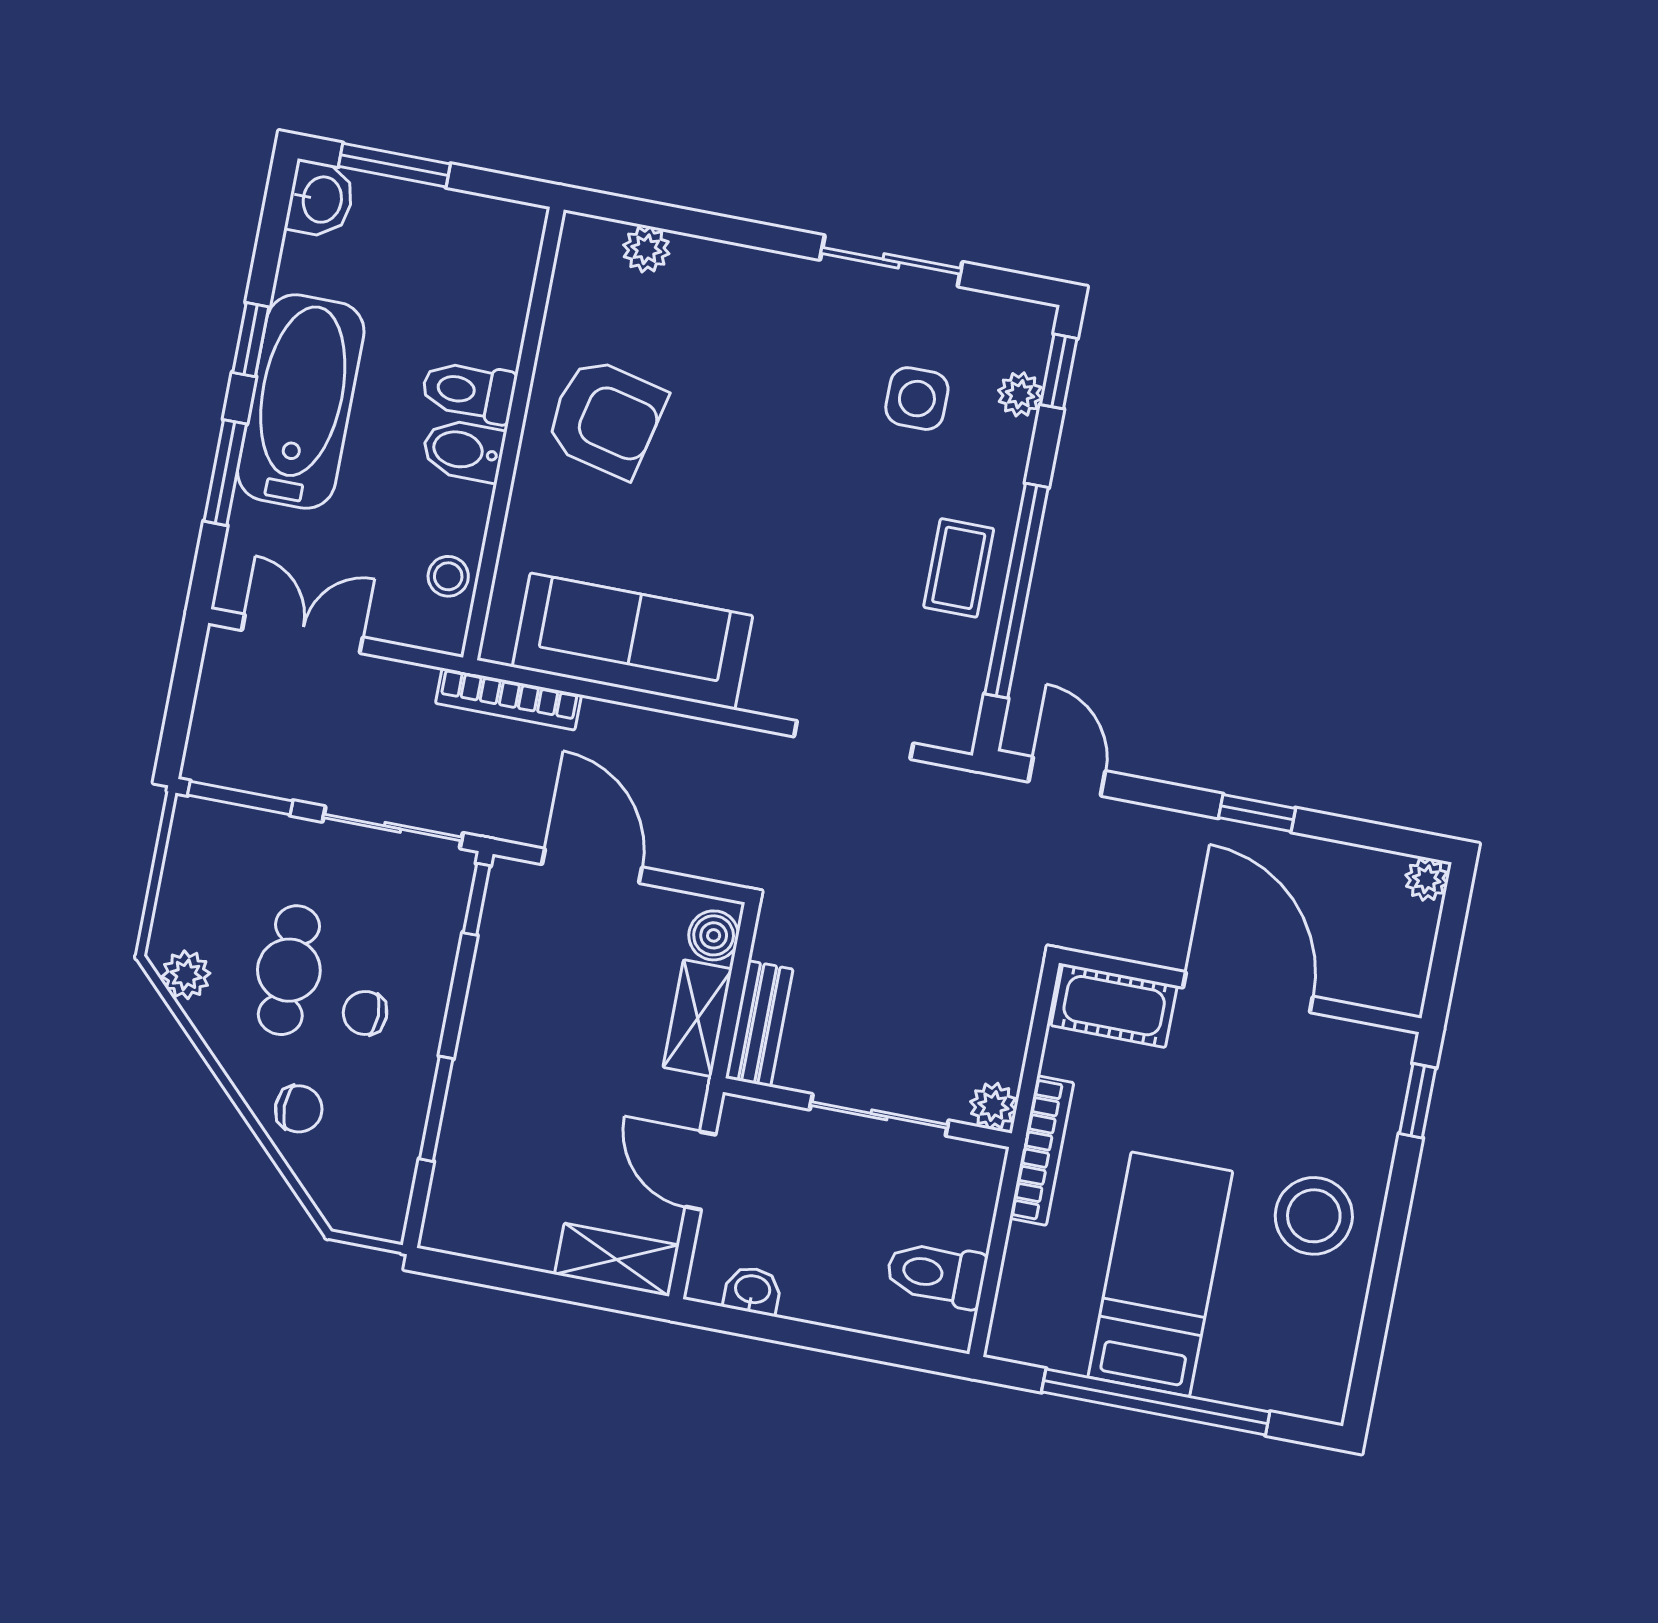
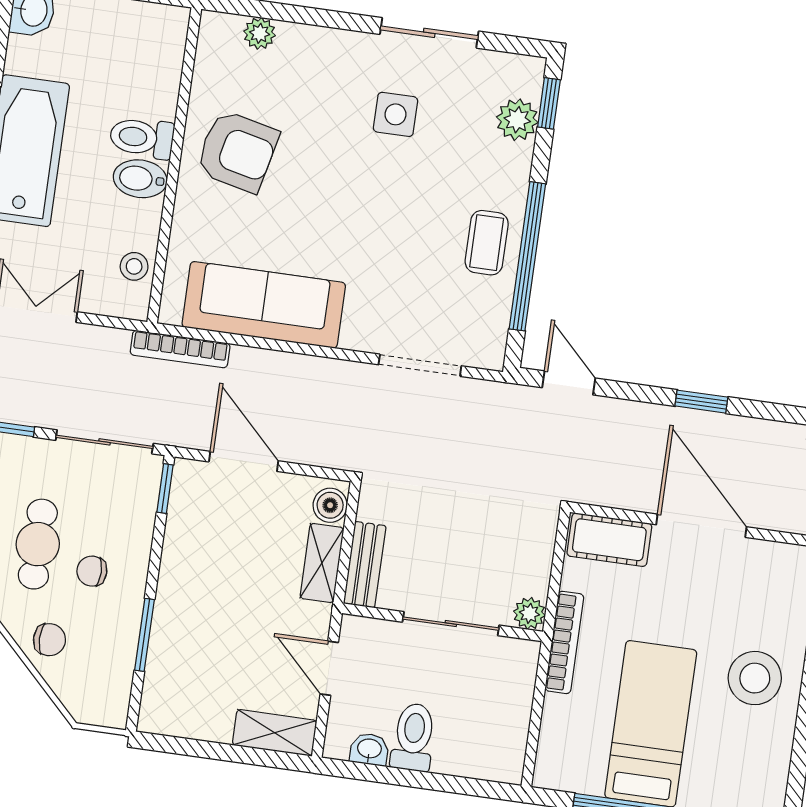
plant: (1020, 394) -> (517, 120), width x1.38, depth x1.38
side table: (917, 399) -> (396, 114), moved
toilet: (936, 1274) -> (413, 737), moved, turned 90

